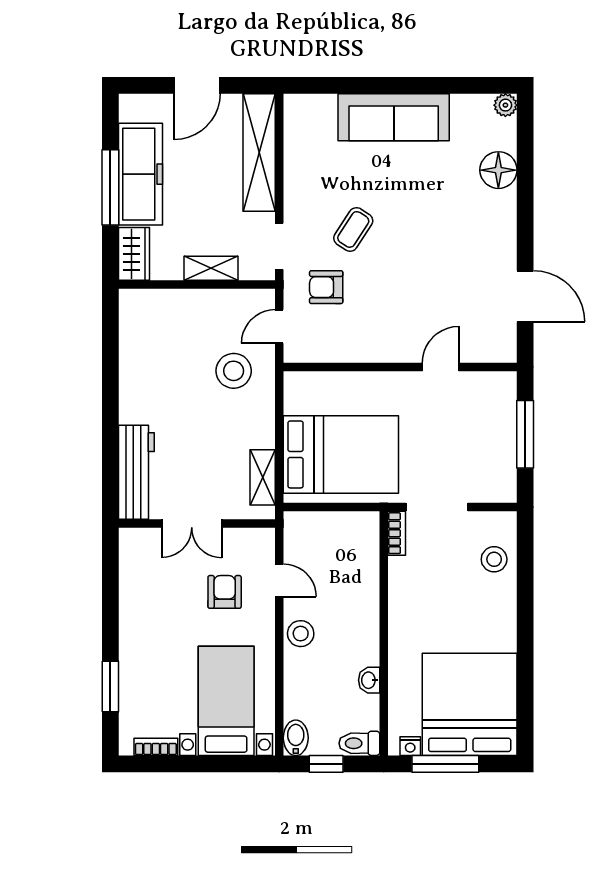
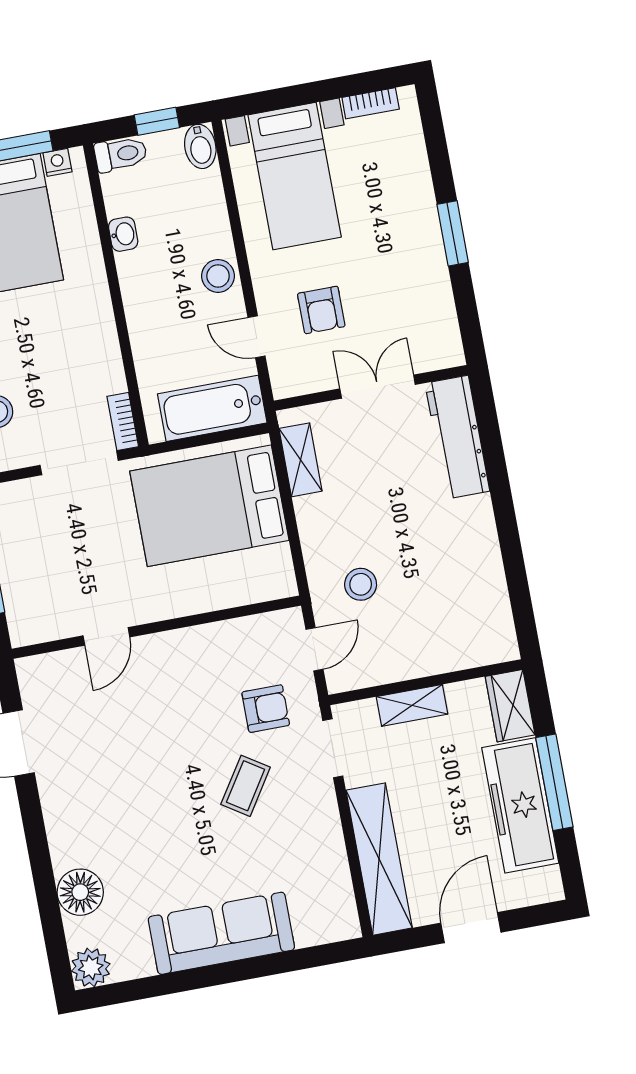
plant: (505, 105) -> (91, 967), width x1.38, depth x1.38
stool: (234, 371) -> (361, 584), width x0.73, depth x0.73
bathtub: (324, 531) -> (212, 408), added
window: (110, 687) -> (453, 233), moved

